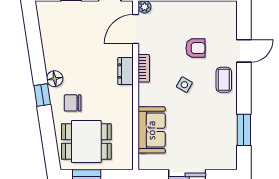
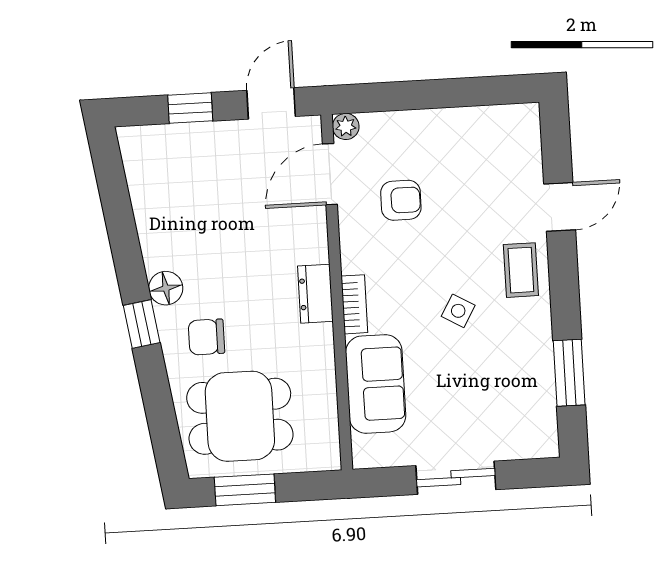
armchair: (195, 48) -> (401, 200), moved
bookcase: (144, 68) -> (354, 304), moved
dresser: (126, 71) -> (315, 294), moved
side table: (184, 85) -> (458, 311), moved

